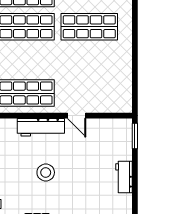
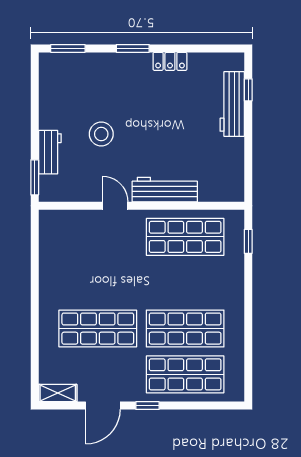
stool: (46, 172) -> (101, 134), moved
workbench: (124, 177) -> (50, 152), moved

